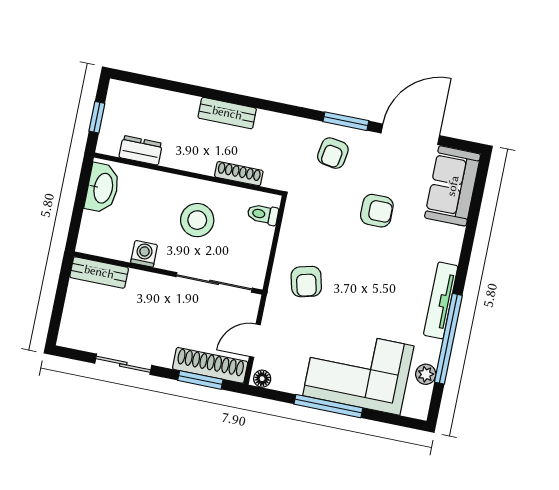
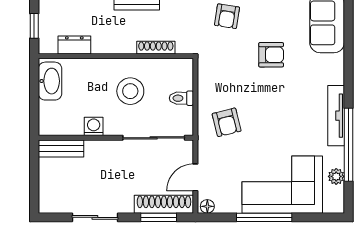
toilet: (263, 214) -> (181, 98), moved

